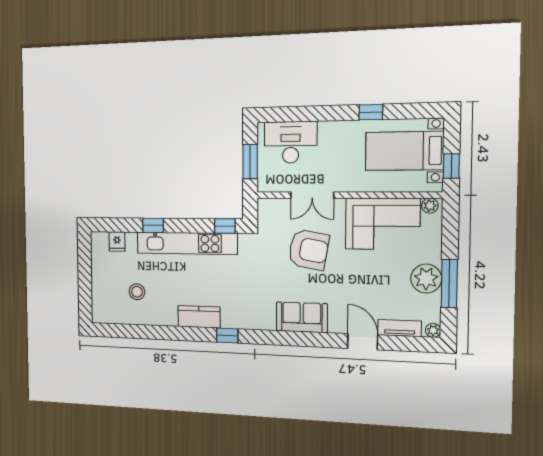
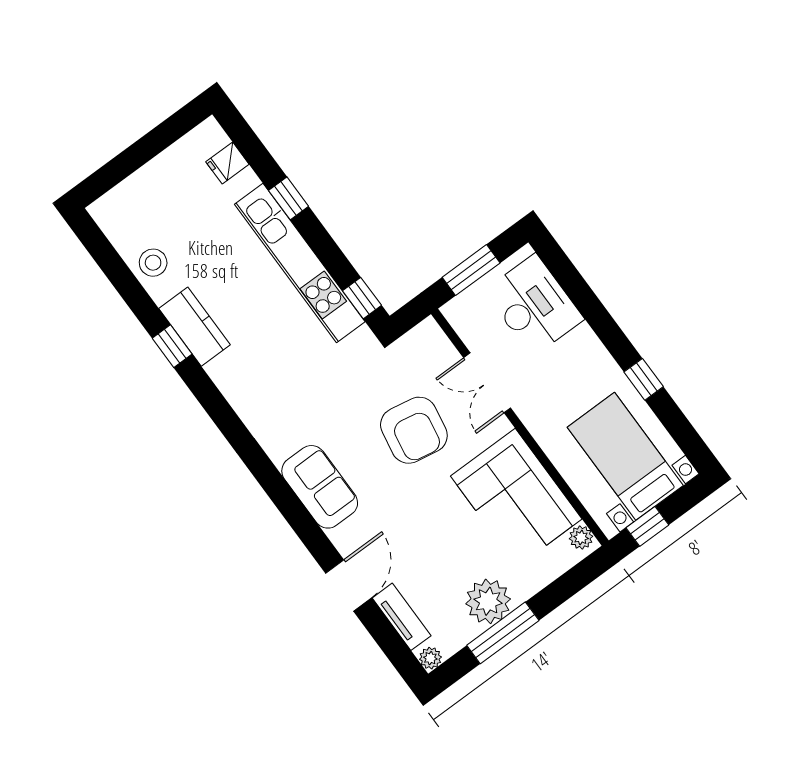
stool: (137, 292) -> (153, 263), moved
kitchen counter: (199, 317) -> (195, 327), moved
window: (227, 336) -> (172, 346), moved

